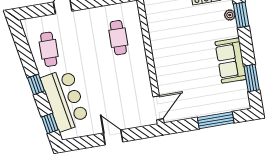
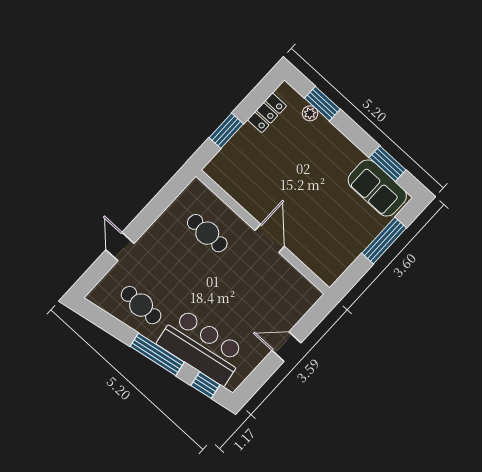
sofa: (231, 61) -> (377, 188), moved
window: (36, 84) -> (157, 354), width x2.17
door: (158, 108) -> (270, 238), moved

